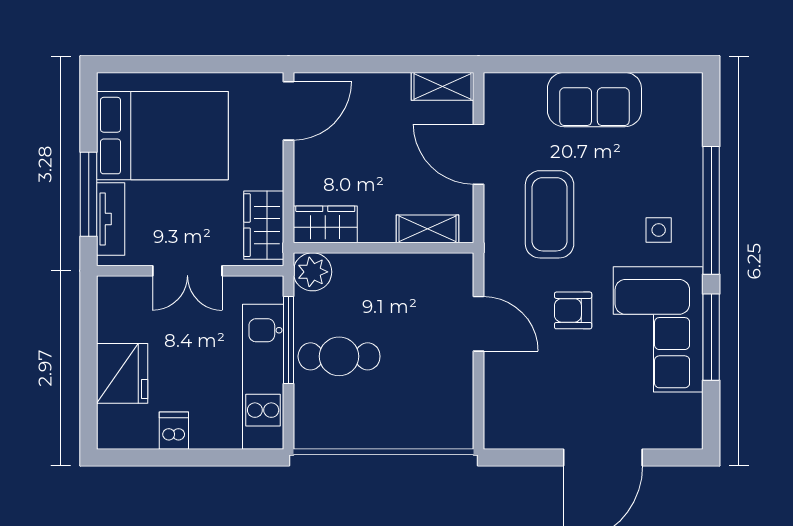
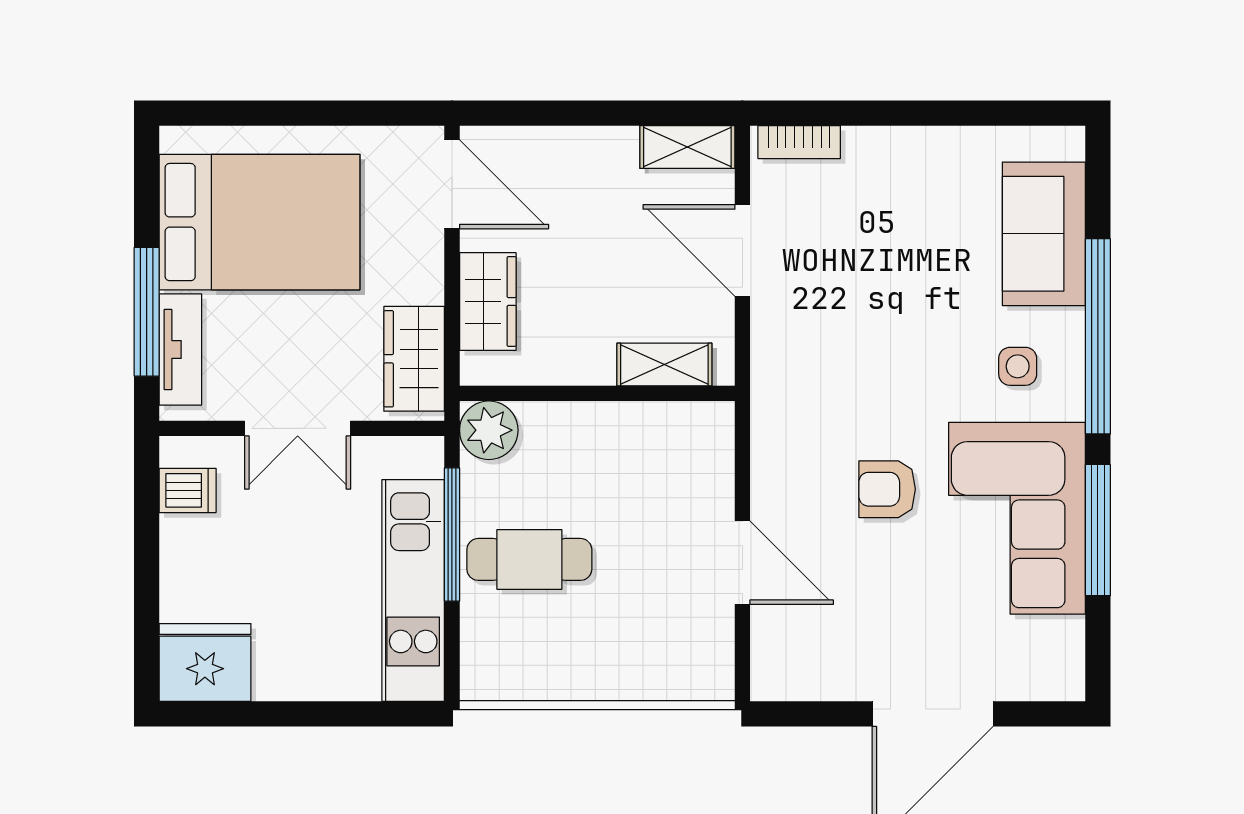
bookcase: (516, 83) -> (799, 142), added
sofa: (594, 100) -> (1044, 234), moved, turned 90
door: (288, 111) -> (452, 184), hinge flipped
coffee table: (550, 214) -> (851, 342), removed
wardrobe: (325, 224) -> (488, 301), moved, turned 90
door: (478, 324) -> (742, 563), moved
fridge: (122, 373) -> (205, 662), moved, turned -90
dishwasher: (174, 431) -> (188, 490), moved, turned 90

